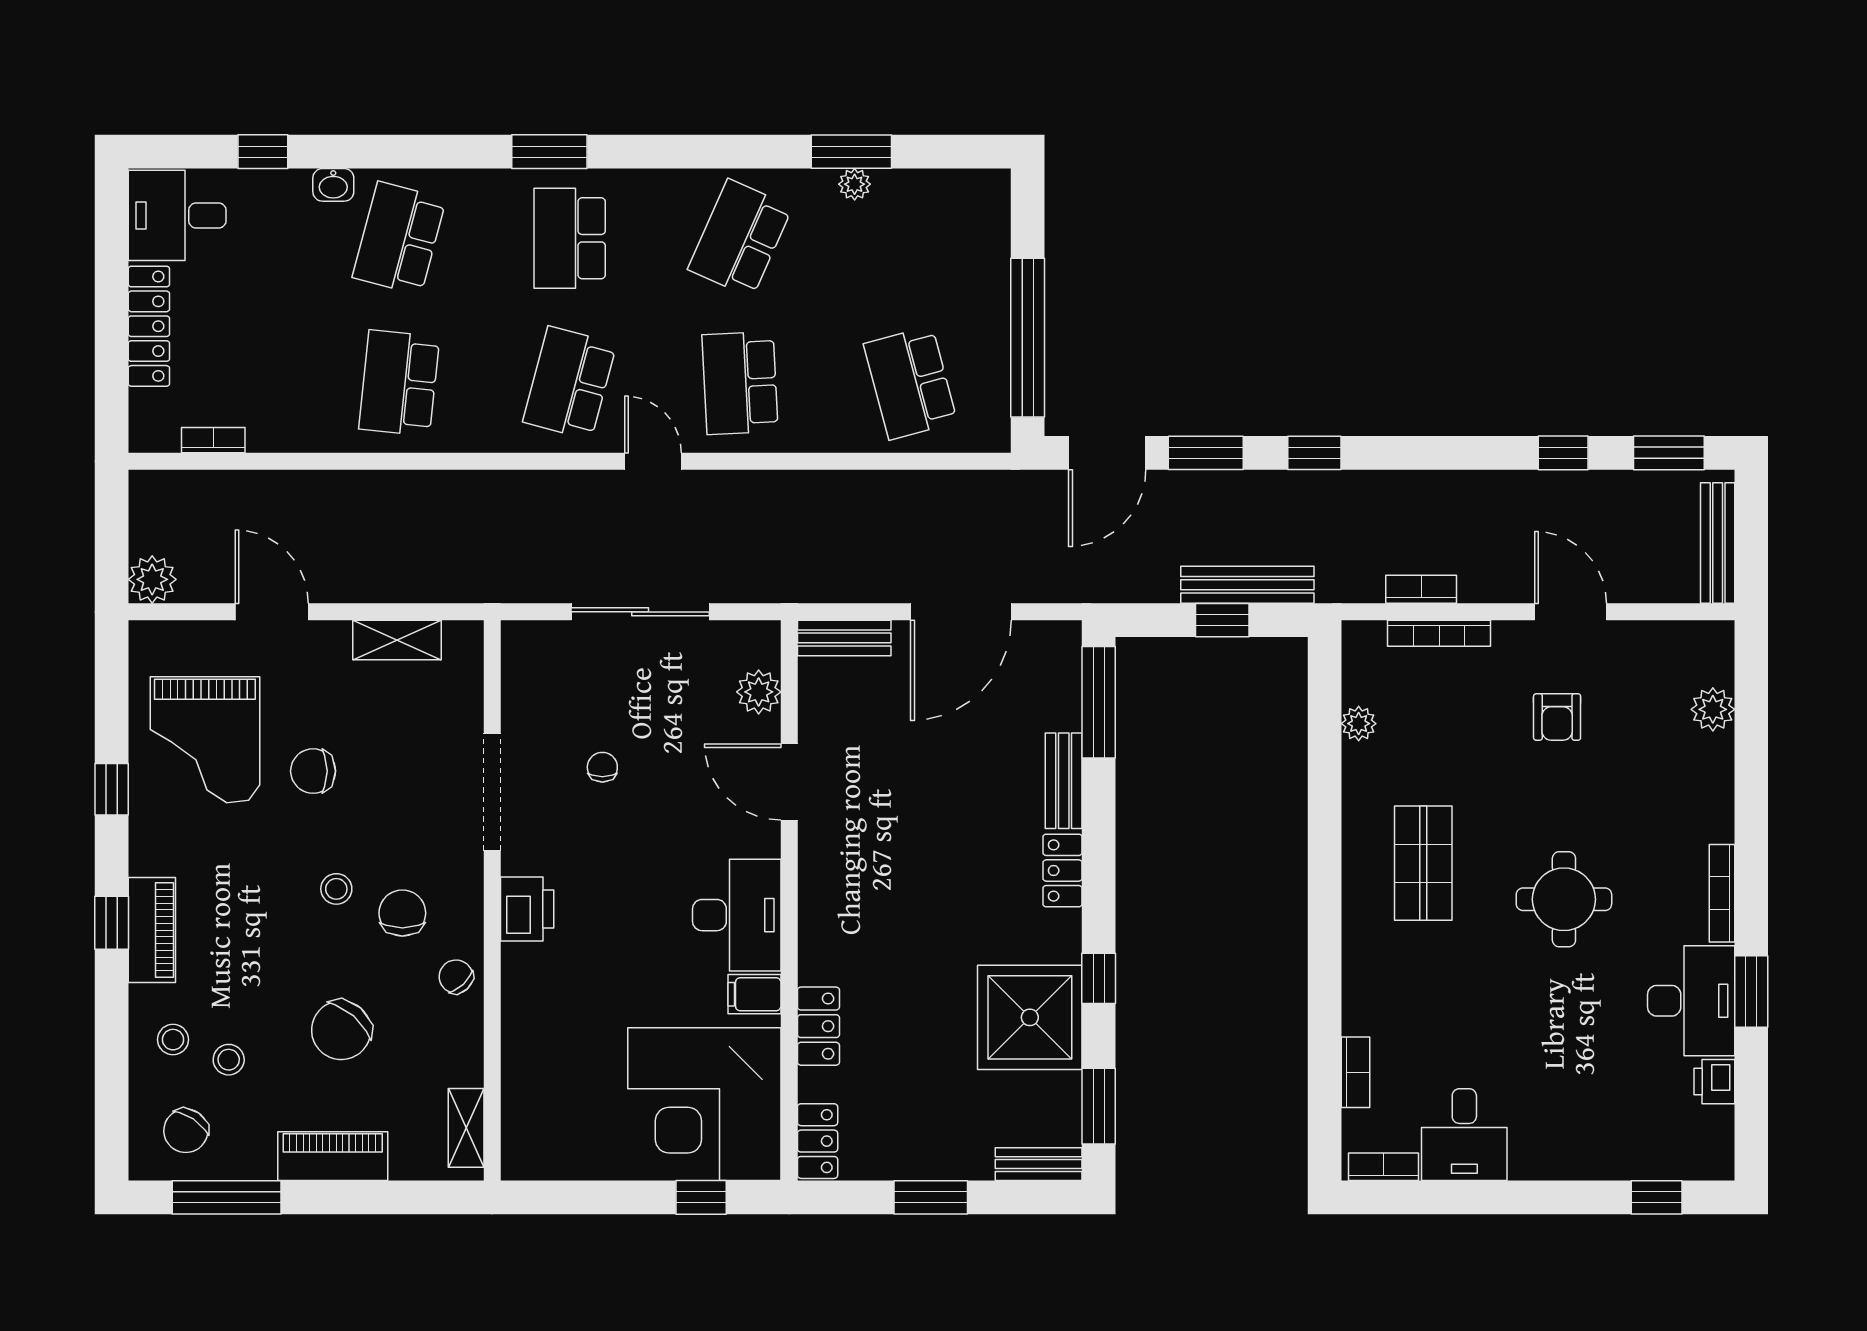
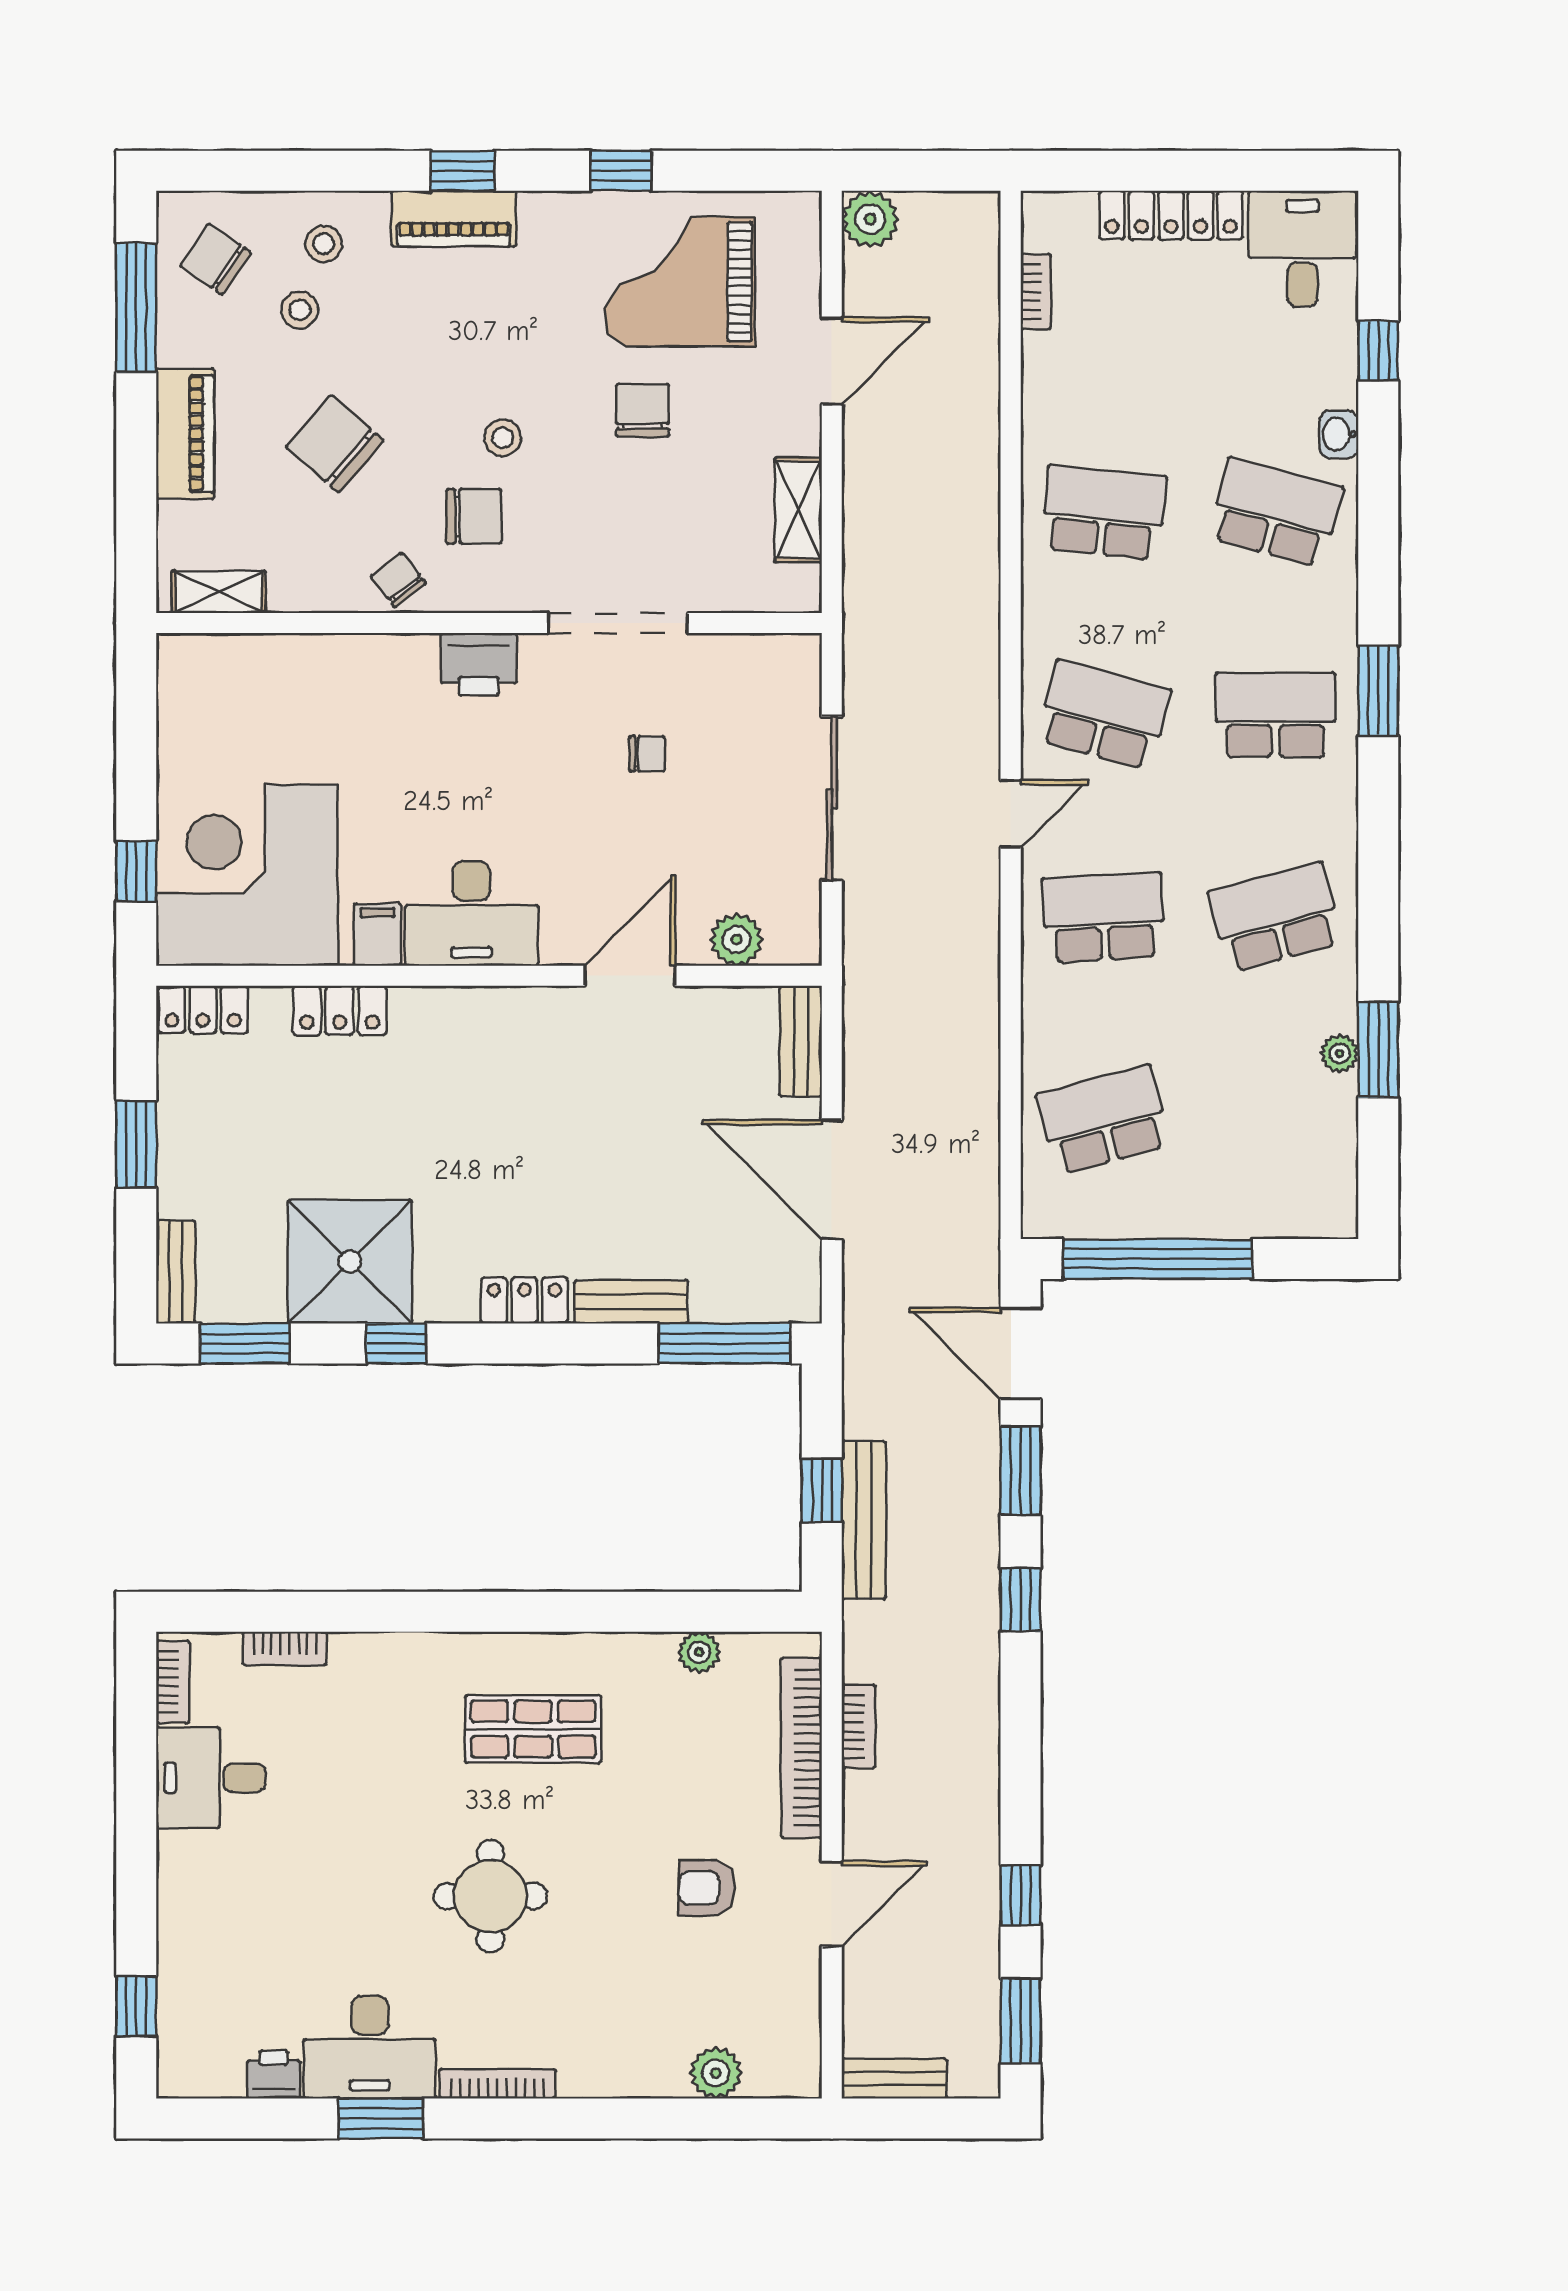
school desk: (740, 238) -> (1275, 917), turned -39
bench: (1718, 543) -> (894, 2079), width x0.73
bookcase: (1439, 633) -> (801, 1748), width x1.48, depth x1.31
chair: (456, 977) -> (398, 580), turned -85

